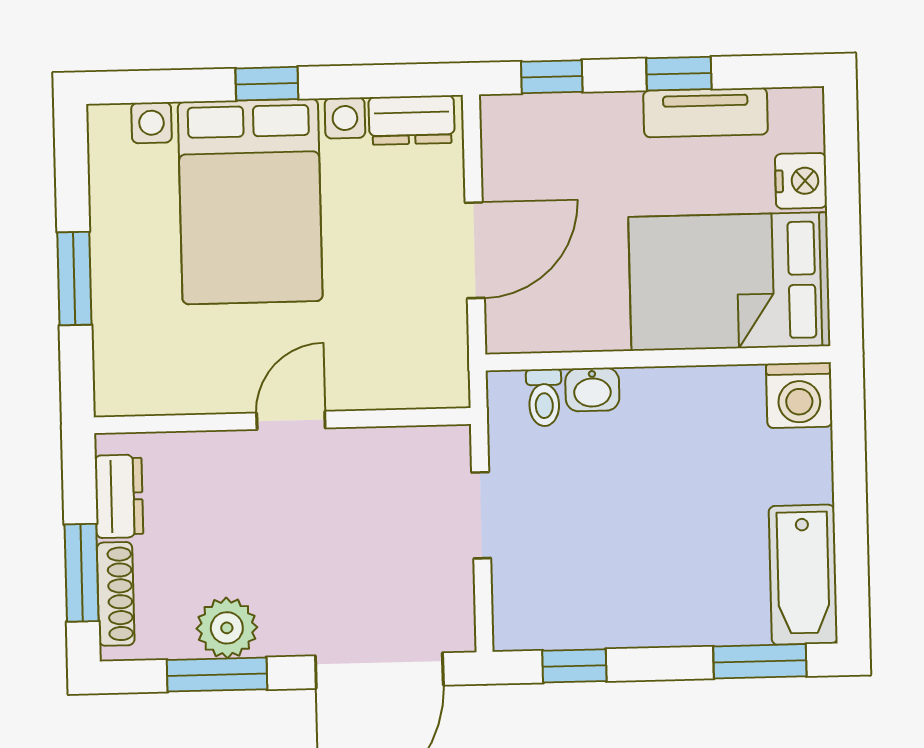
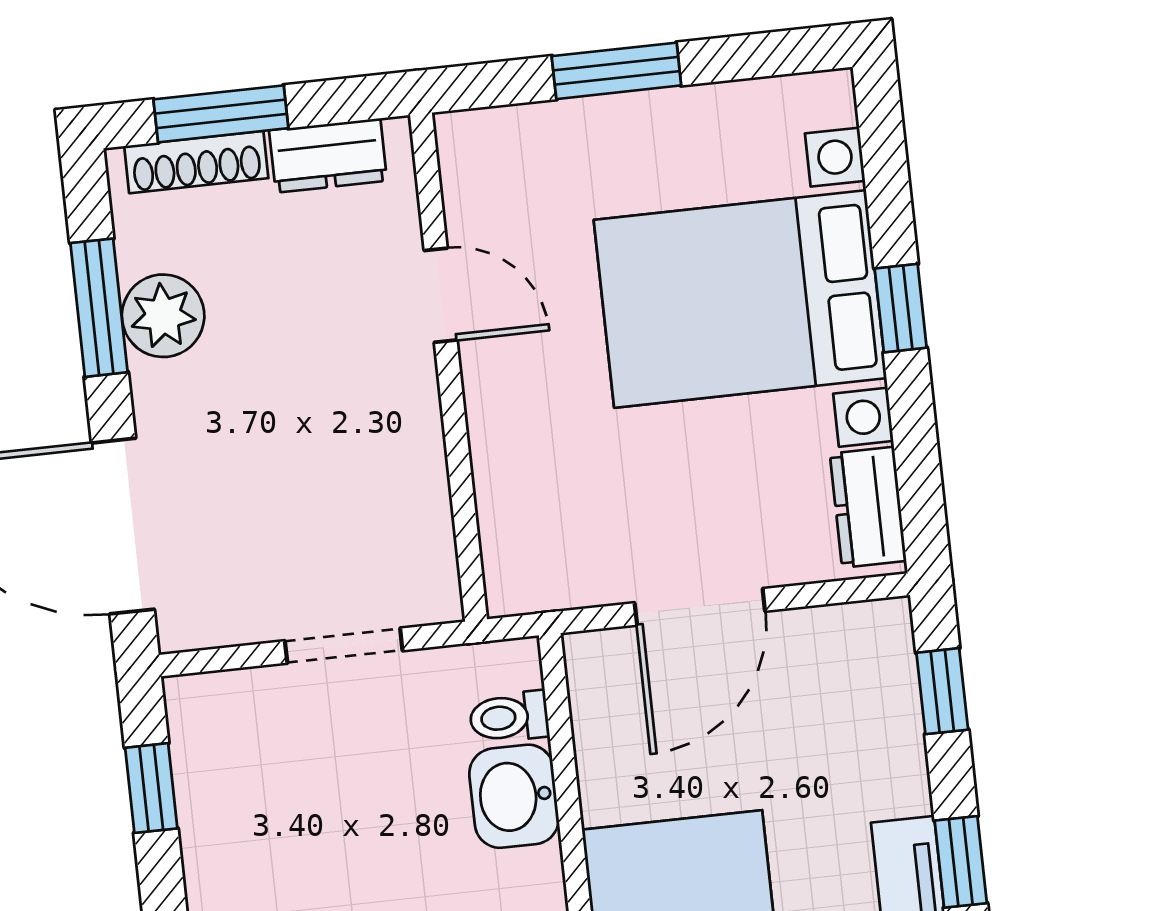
door: (475, 250) -> (700, 607), hinge flipped
washbasin: (592, 389) -> (514, 796), width x1.38, depth x1.45
door: (291, 420) -> (441, 295), moved

